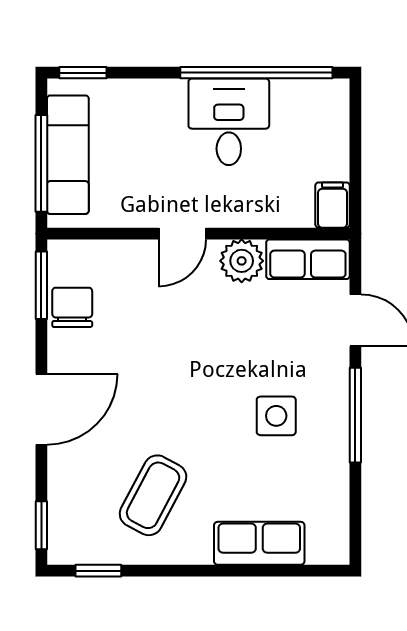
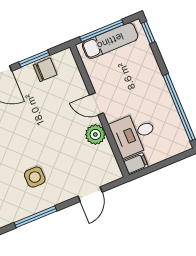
desk: (229, 122) -> (134, 134), moved, turned 180
row of seats: (308, 259) -> (108, 163), removed
window: (41, 285) -> (34, 59), moved
window: (355, 415) -> (35, 217), moved

